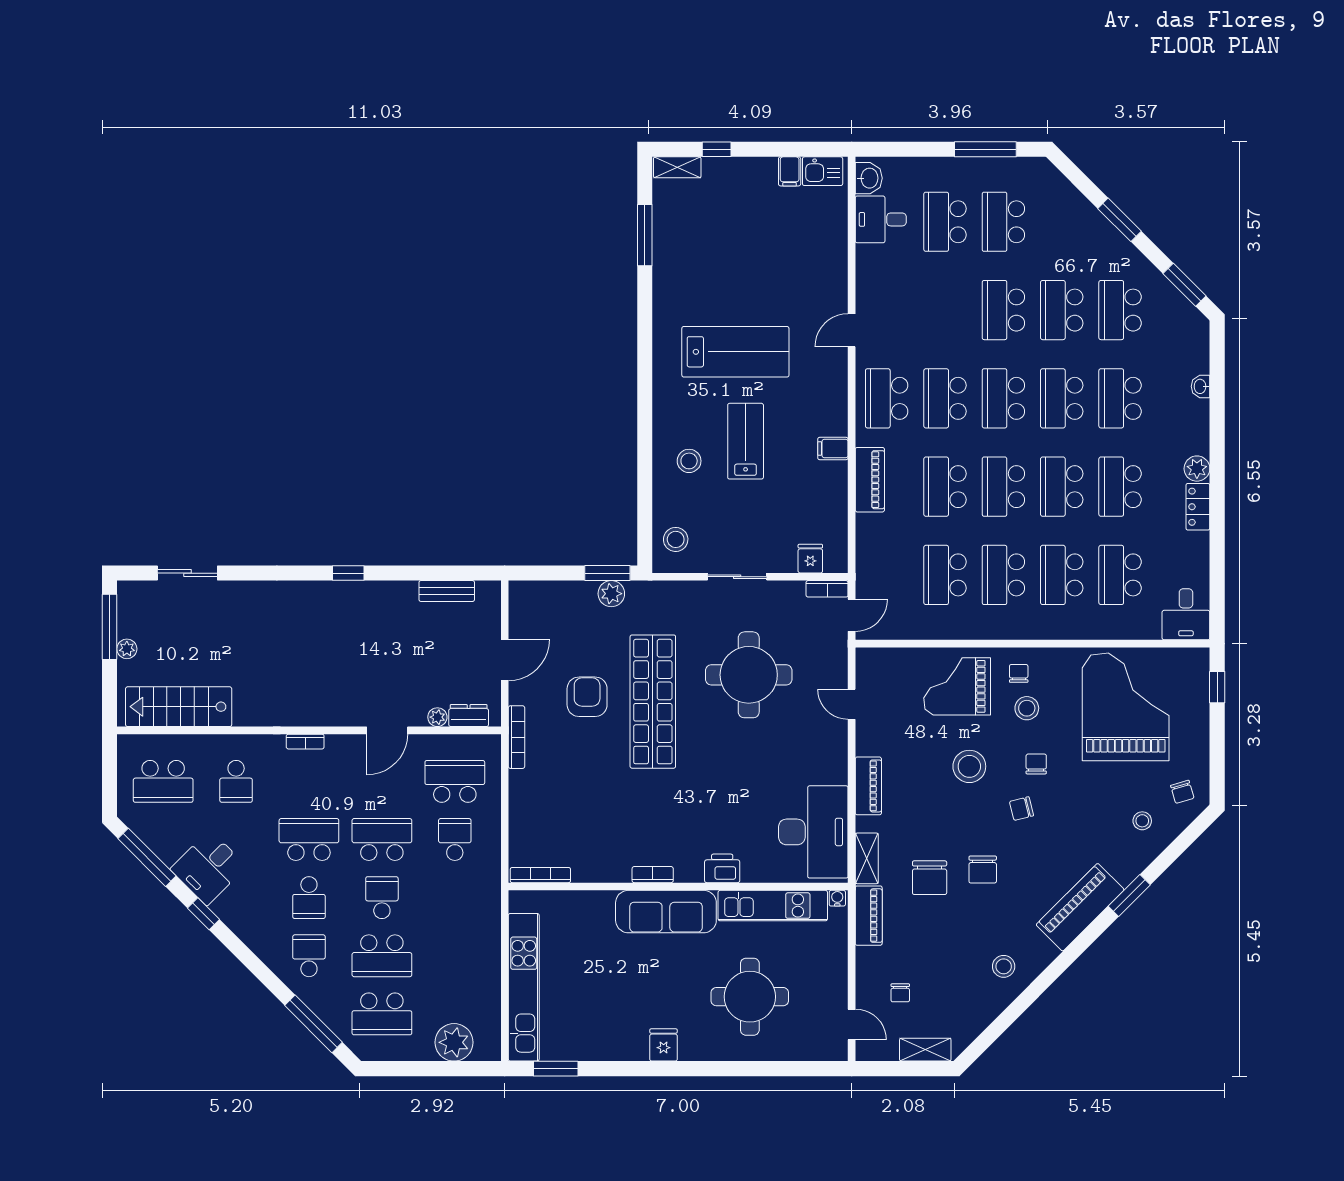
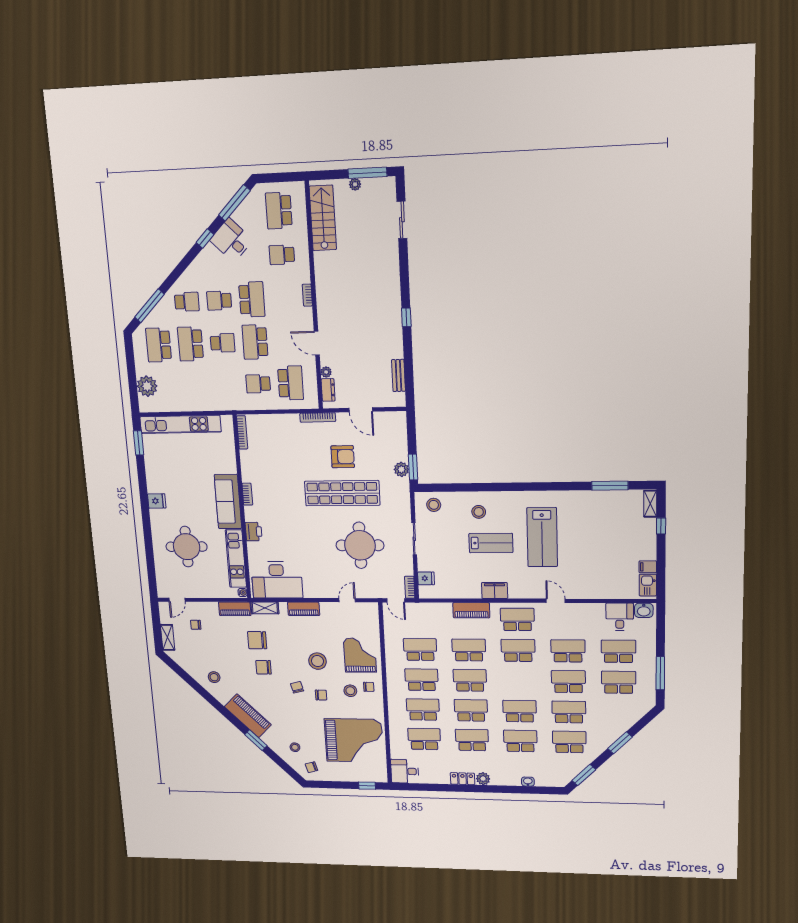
school desk: (1003, 398) -> (568, 651), moved
filing cabinet: (833, 448) -> (495, 591), width x2.00
school desk: (382, 839) -> (255, 342), turned 180
school desk: (455, 839) -> (258, 384), turned 180

